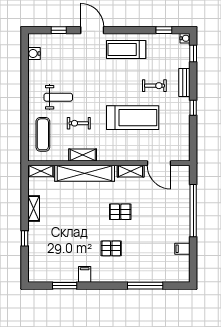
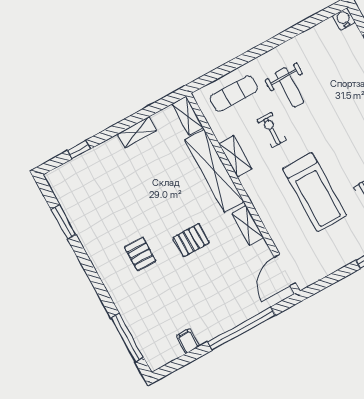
water cooler: (34, 53) -> (344, 19), moved
door: (159, 163) -> (285, 270), moved
pallet: (120, 212) -> (191, 240), turned 90
window: (25, 238) -> (79, 150), moved
filing cabinet: (85, 274) -> (91, 239), removed
window: (145, 286) -> (127, 338), moved

